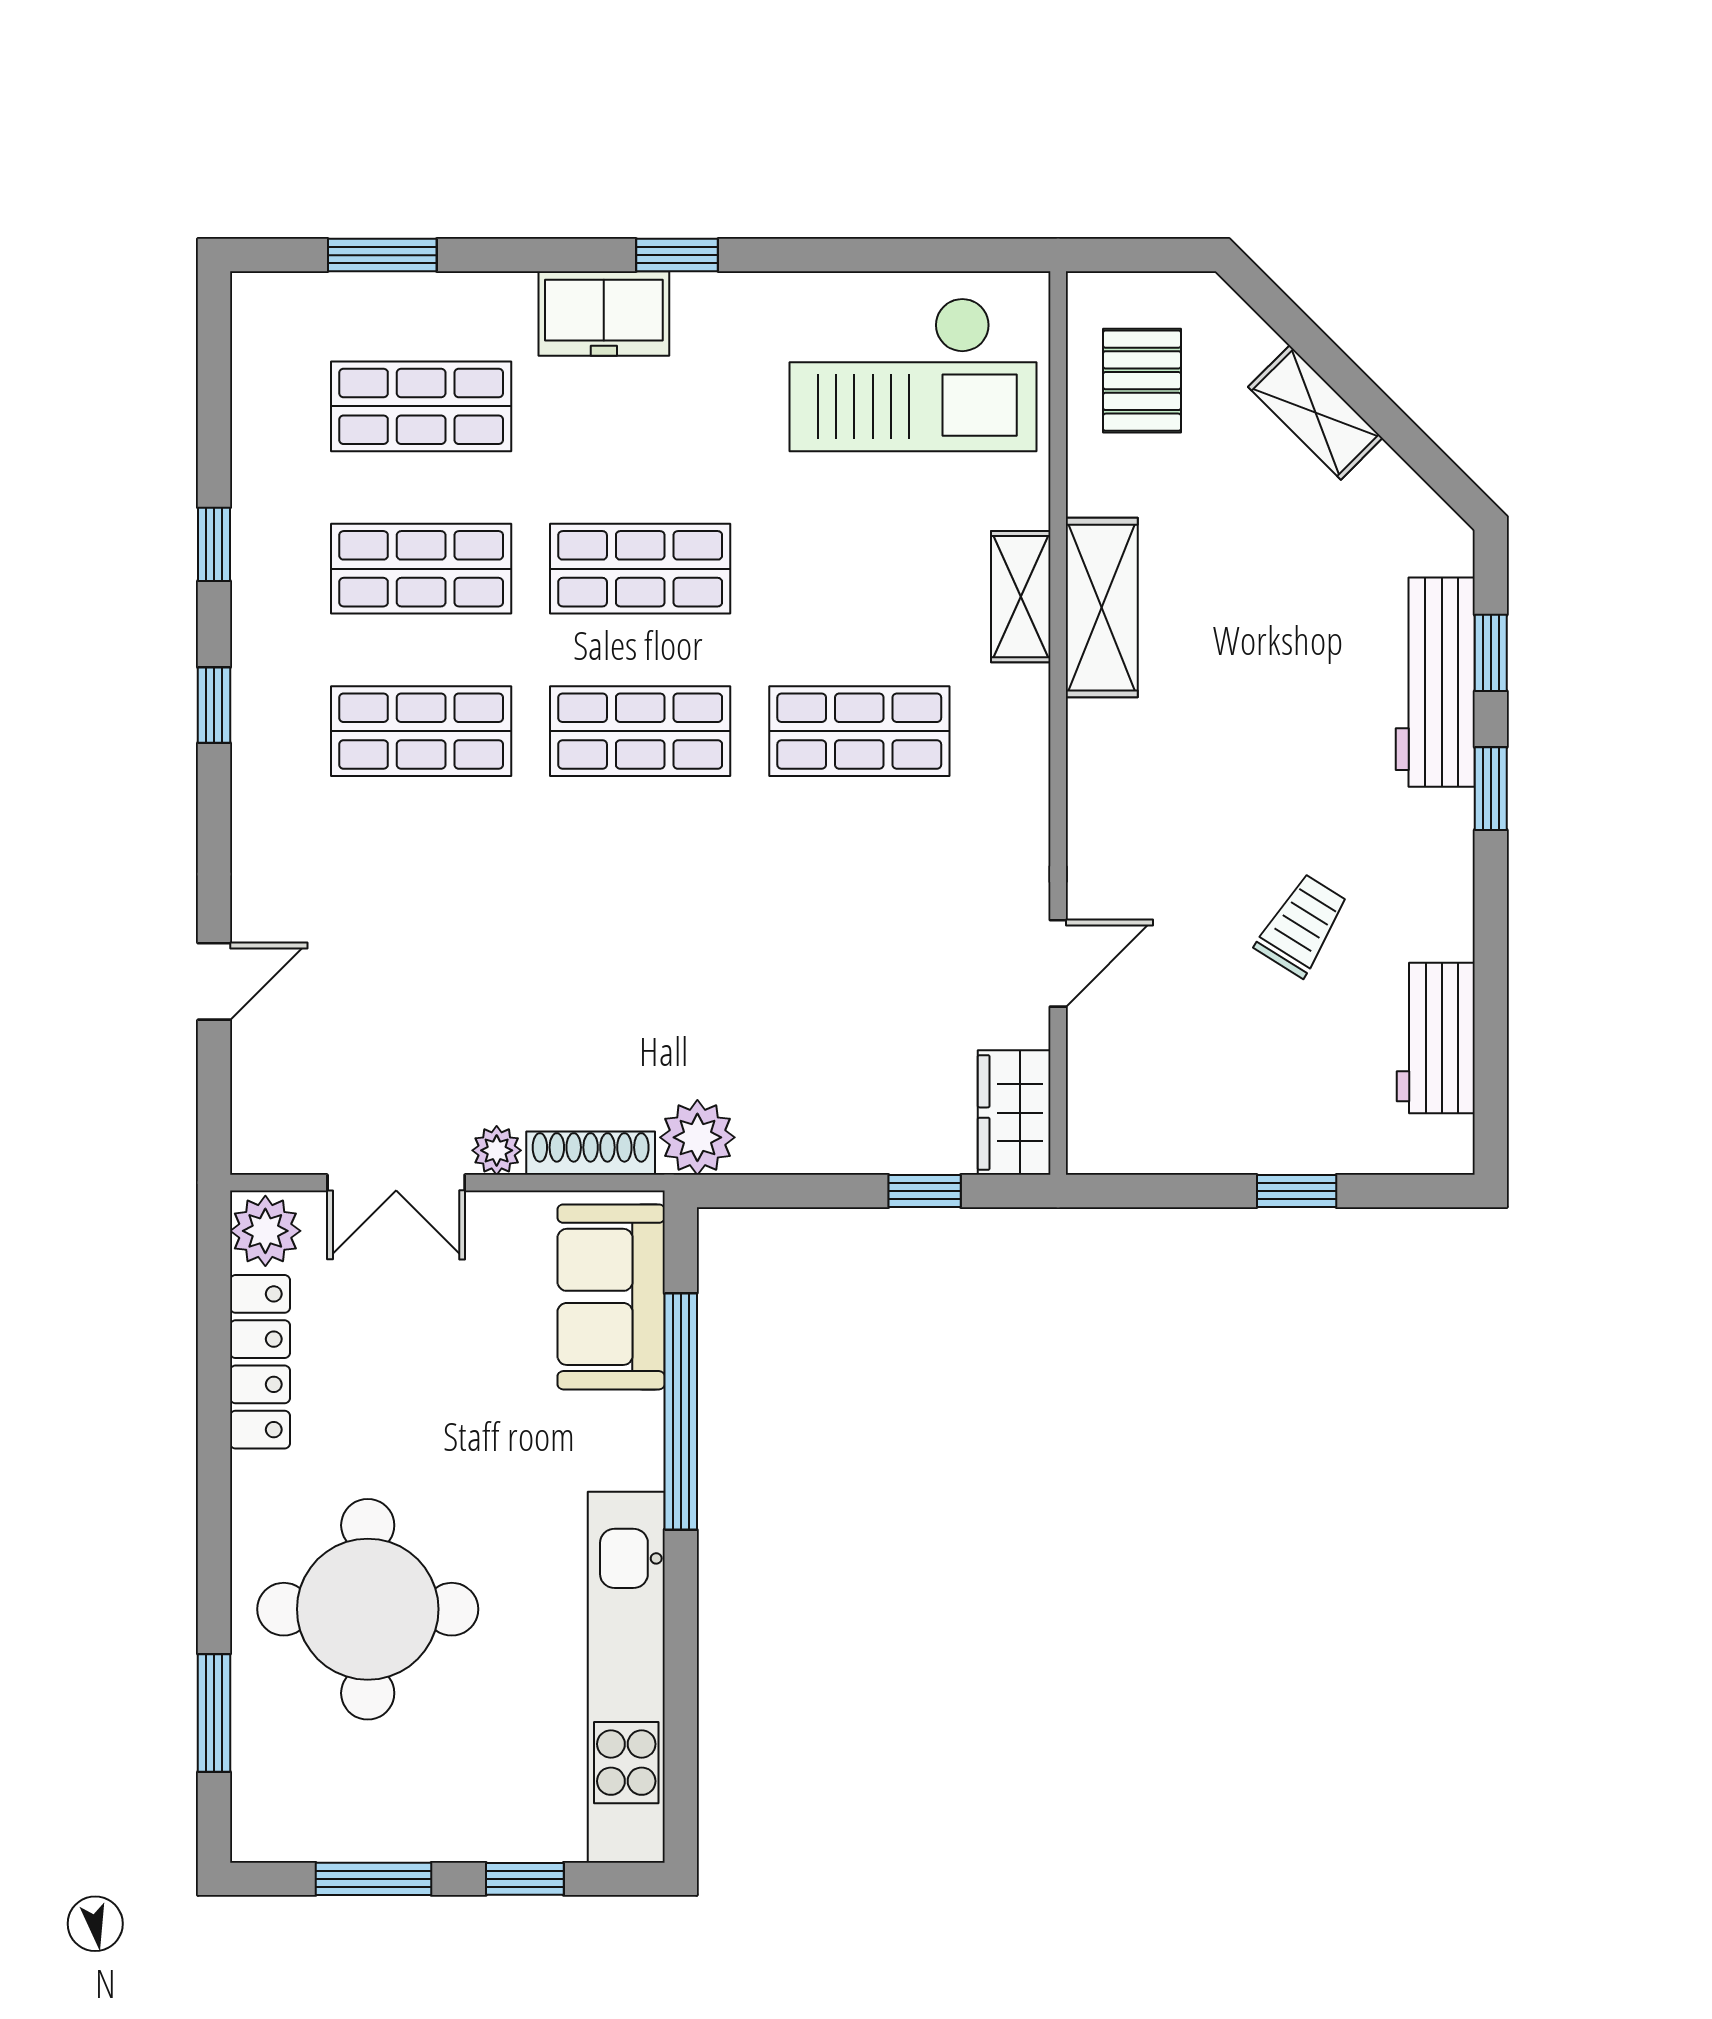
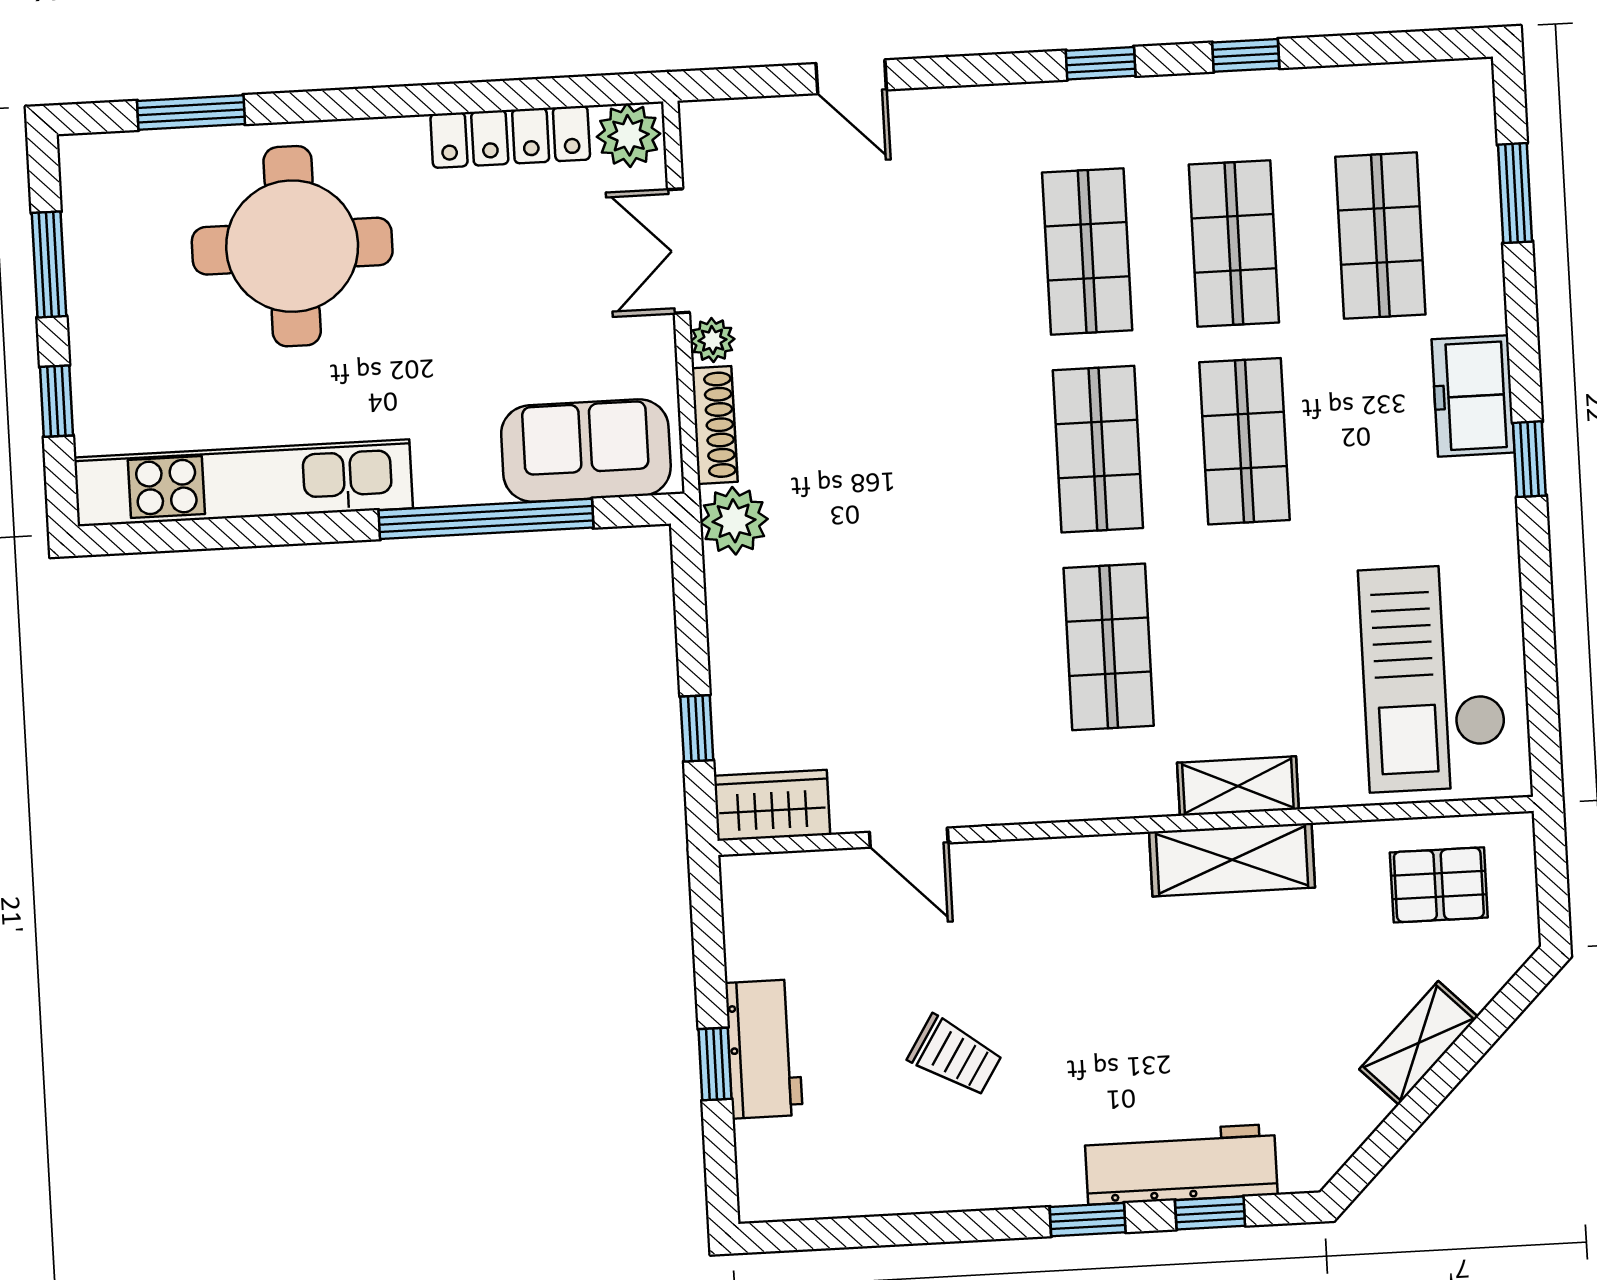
workbench: (1436, 1038) -> (764, 1049), moved, turned 90

